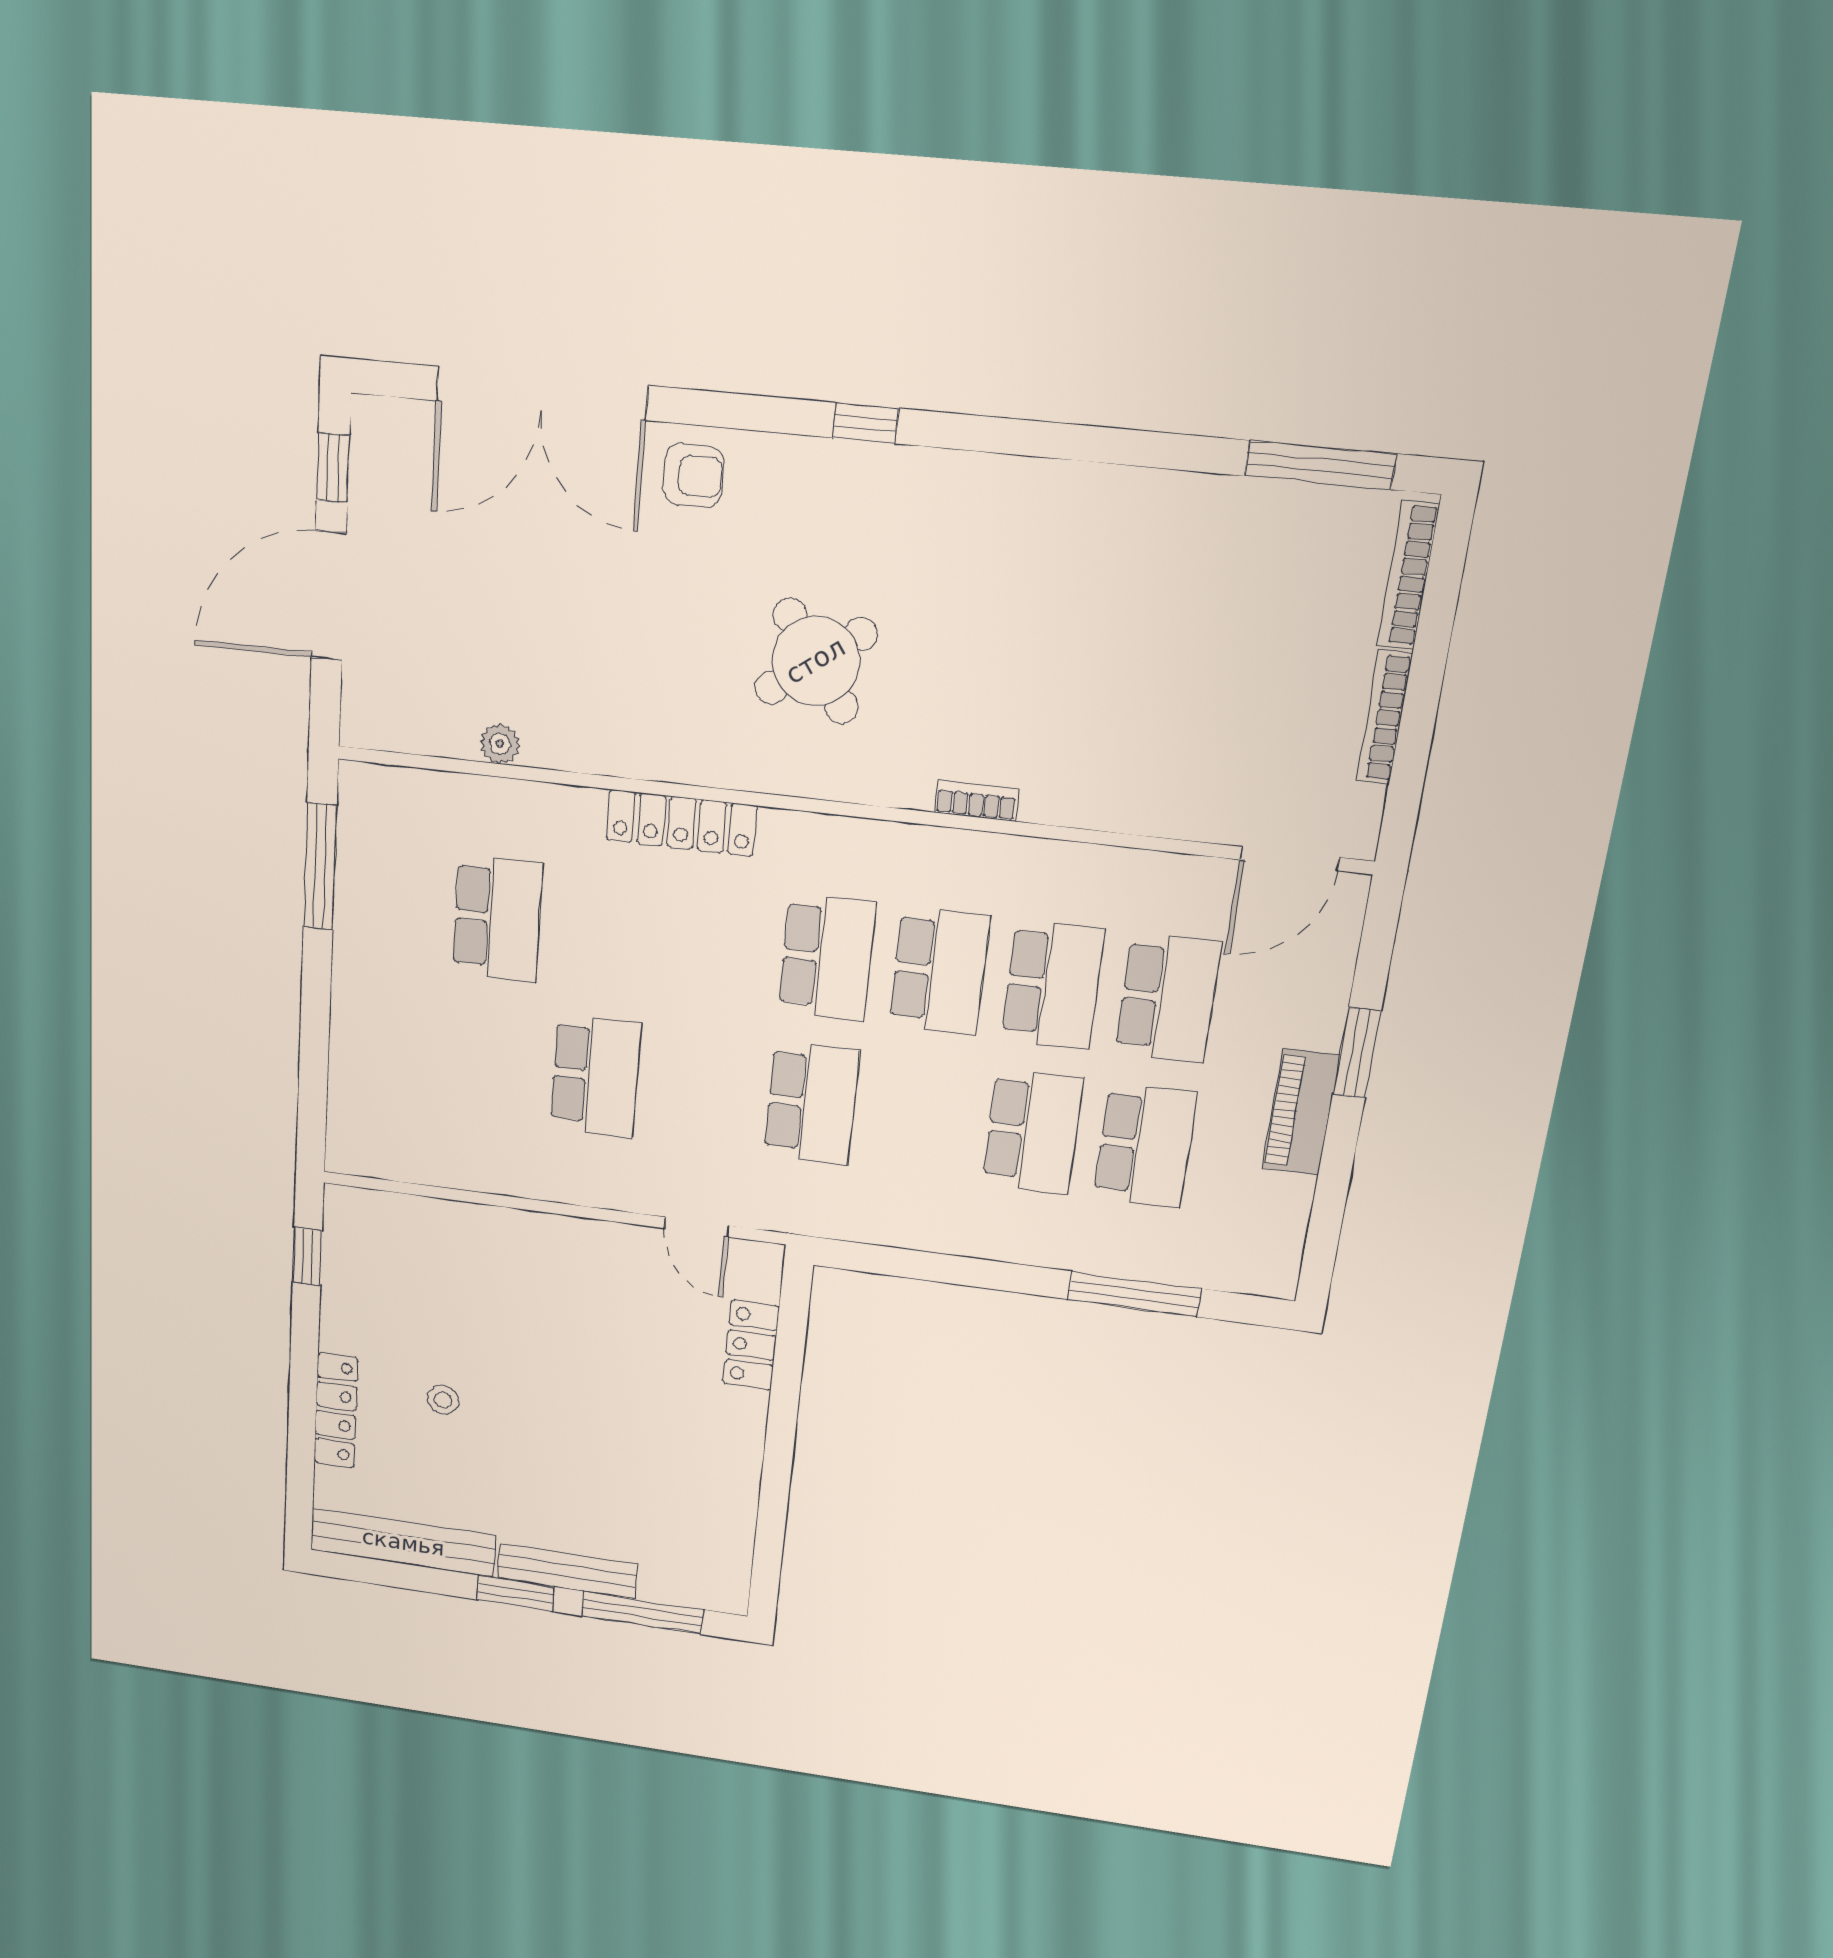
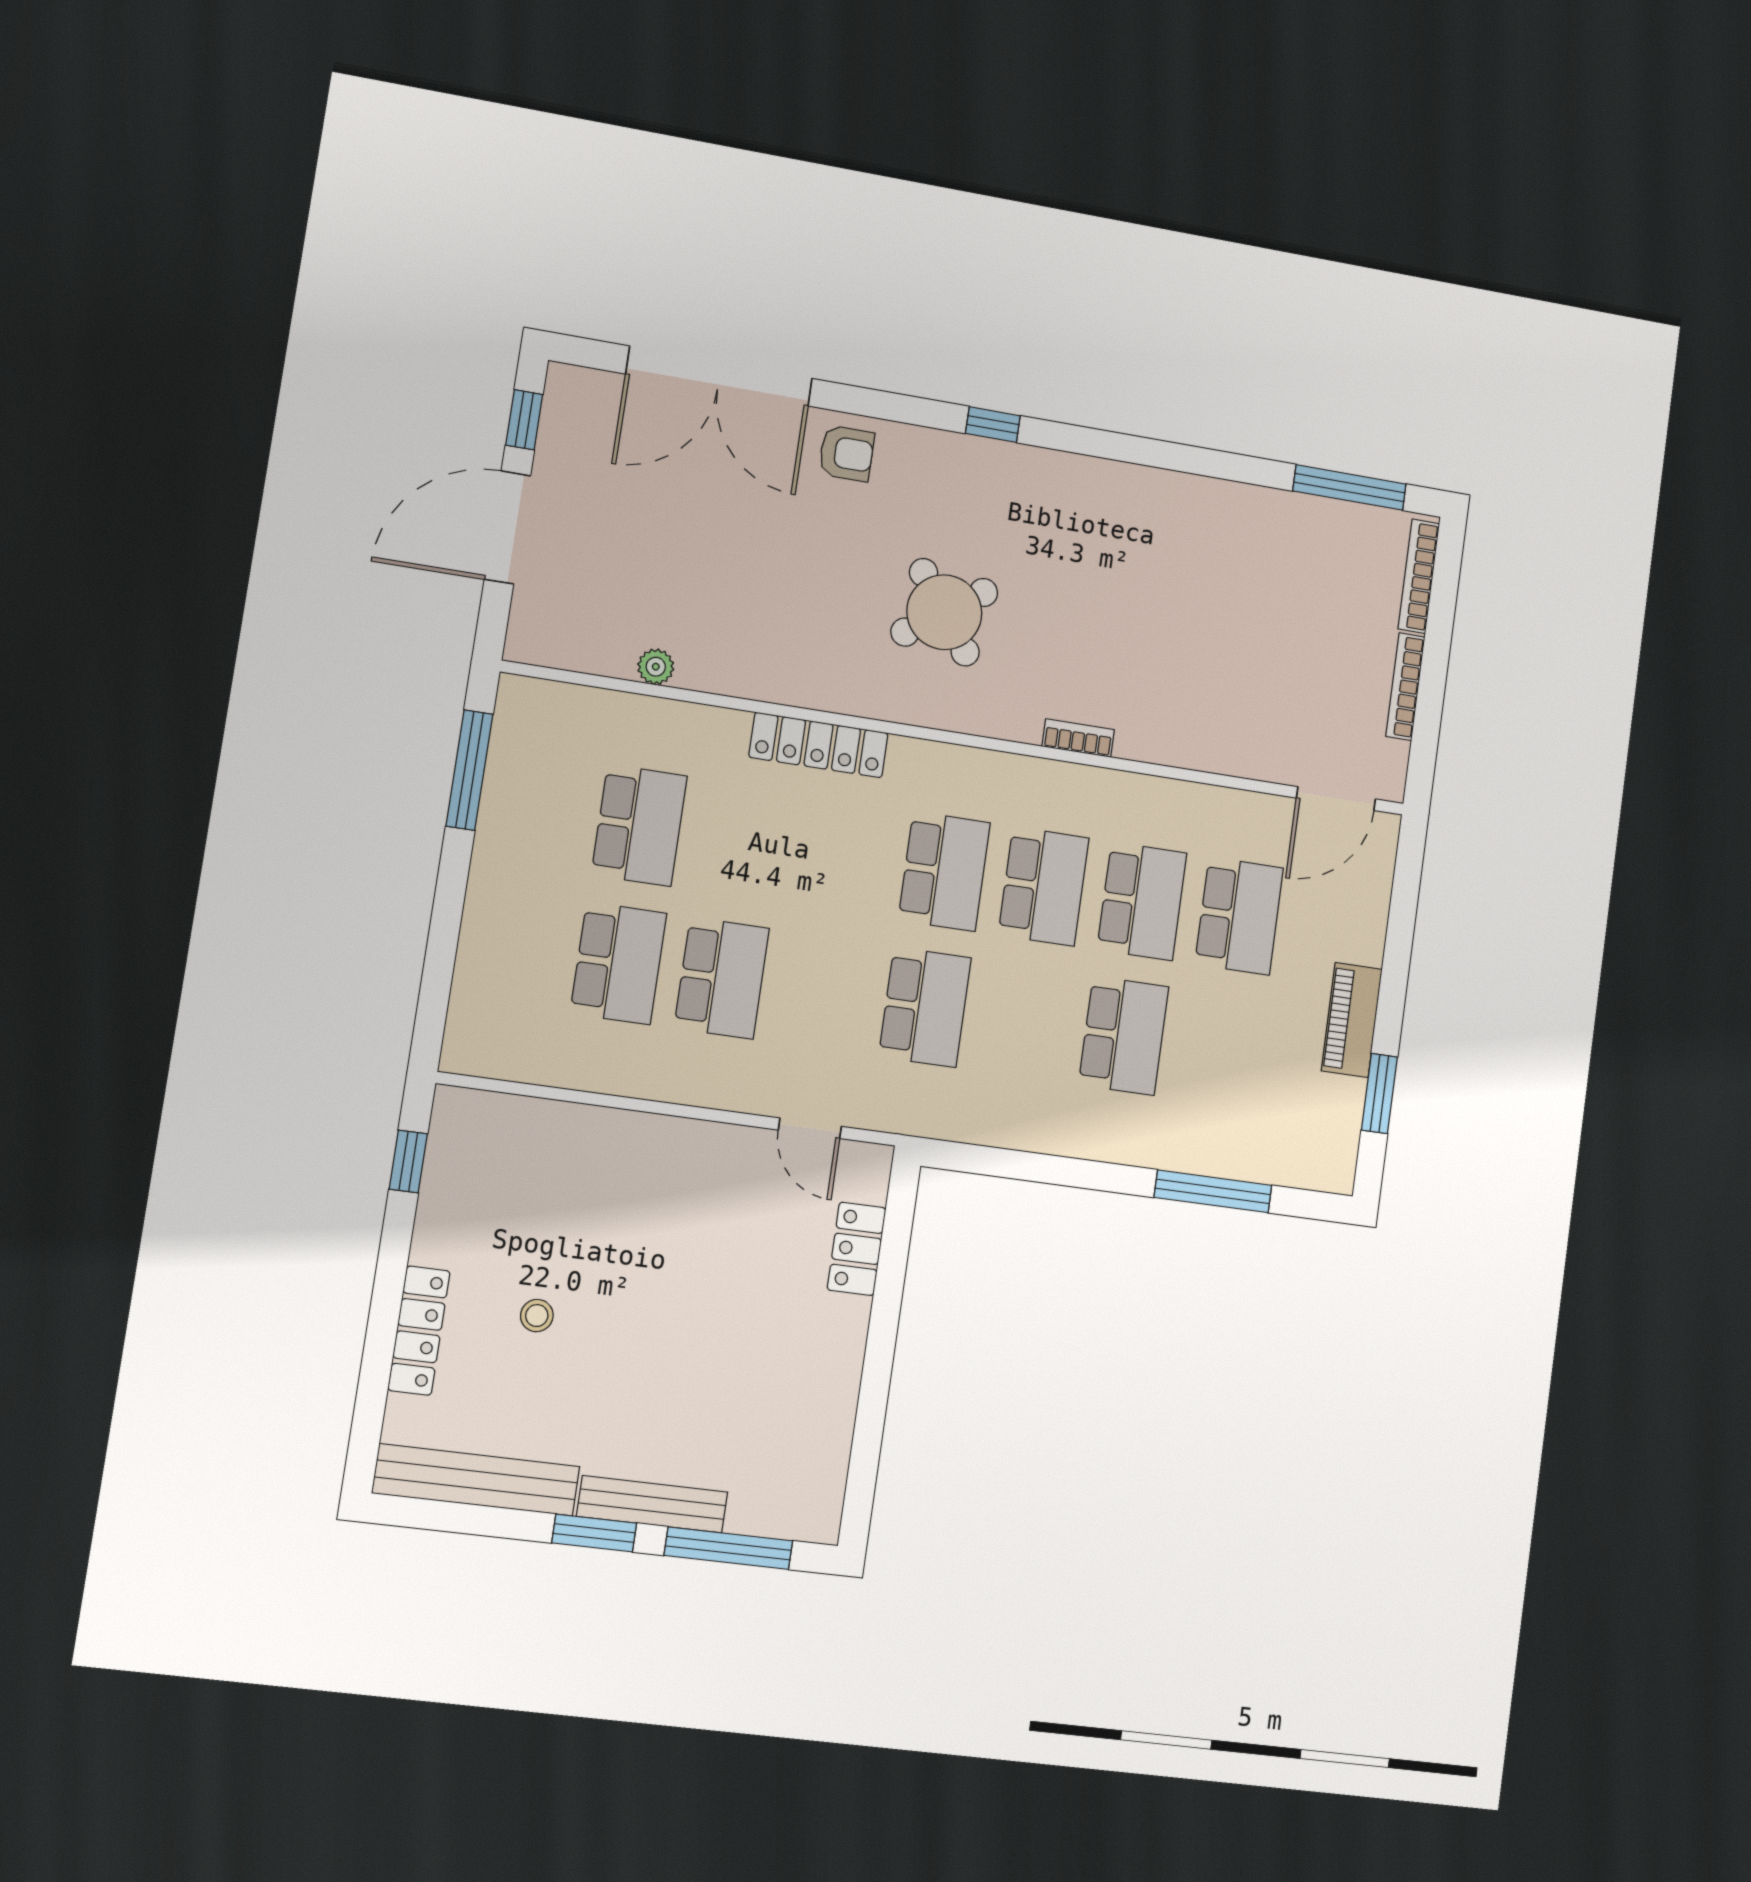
window: (1357, 1053) -> (1379, 1093), moved
school desk: (1145, 1146) -> (618, 963), moved

